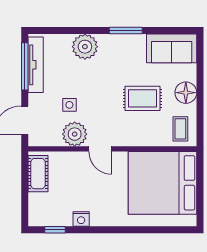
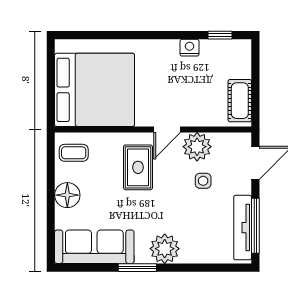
plant: (85, 47) -> (165, 249), moved
sofa: (172, 48) -> (94, 247), width x1.36
rug: (142, 98) -> (138, 167), moved, turned 90
coffee table: (180, 129) -> (74, 153), turned 90
door: (100, 149) -> (167, 129), swing flipped

